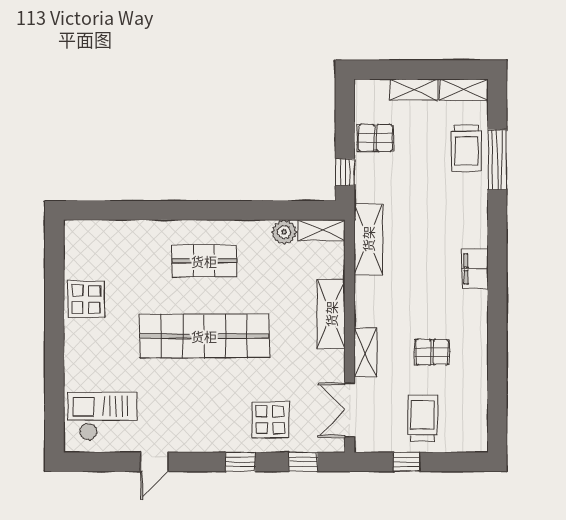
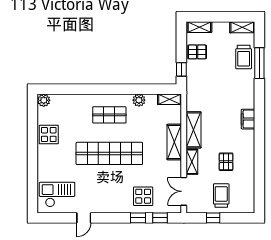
shelving: (414, 90) -> (199, 27), moved
plant: (76, 232) -> (44, 100), added
plant: (284, 232) -> (139, 100), moved
shelving: (368, 239) -> (193, 130), moved
pallet: (432, 352) -> (226, 162), turned 90
window: (240, 462) -> (138, 218), moved

